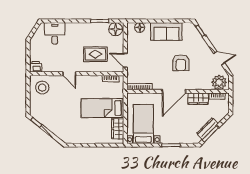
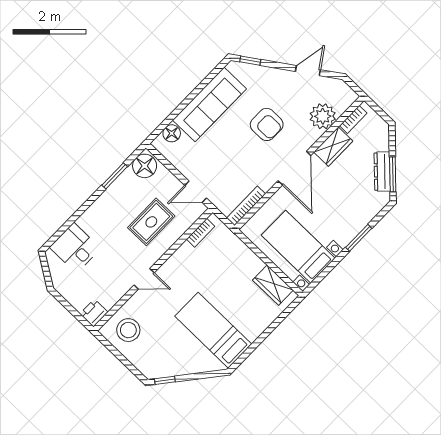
sofa: (166, 31) -> (210, 104), width x1.36
plant: (219, 82) -> (323, 116), moved
bed: (102, 108) -> (213, 330), moved, turned 90

